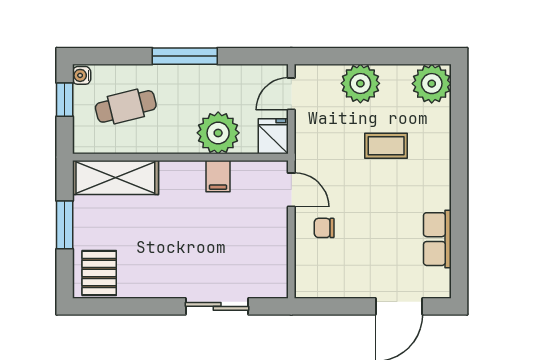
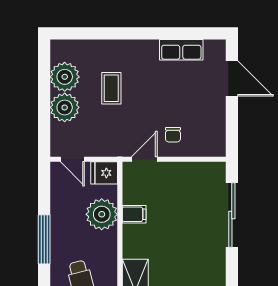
plant: (432, 84) -> (65, 77), moved
sliding door: (217, 306) -> (232, 215), width x1.37

